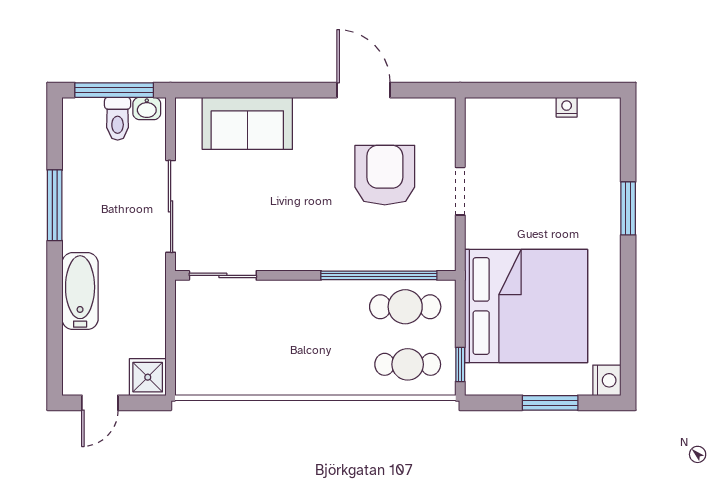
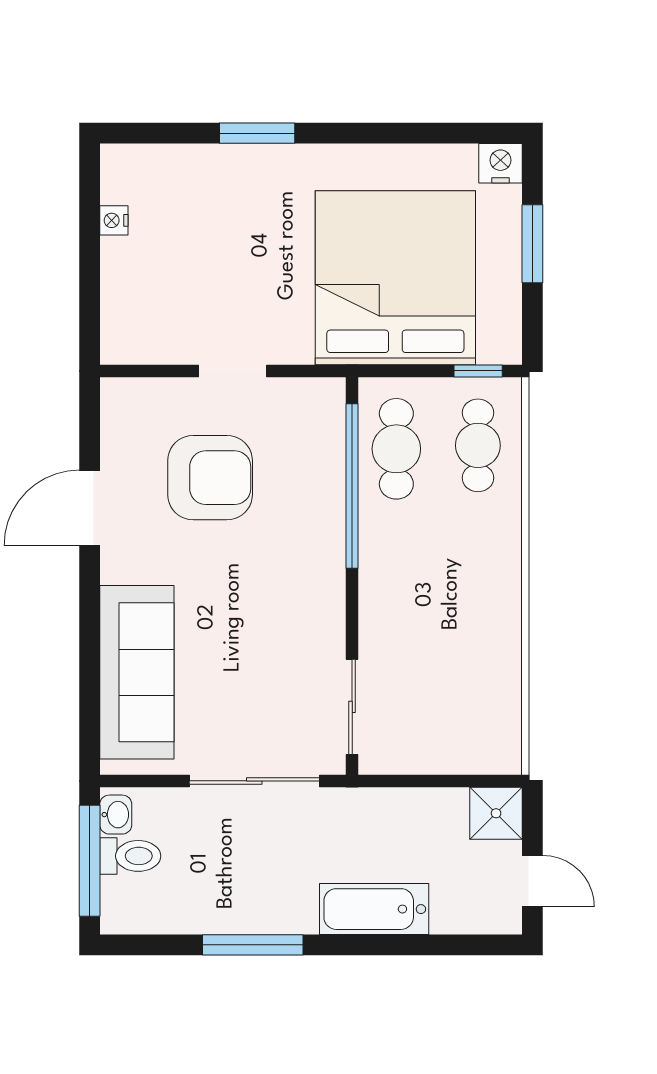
sofa: (247, 123) -> (137, 672), width x1.36
armchair: (385, 175) -> (210, 478), turned 180

